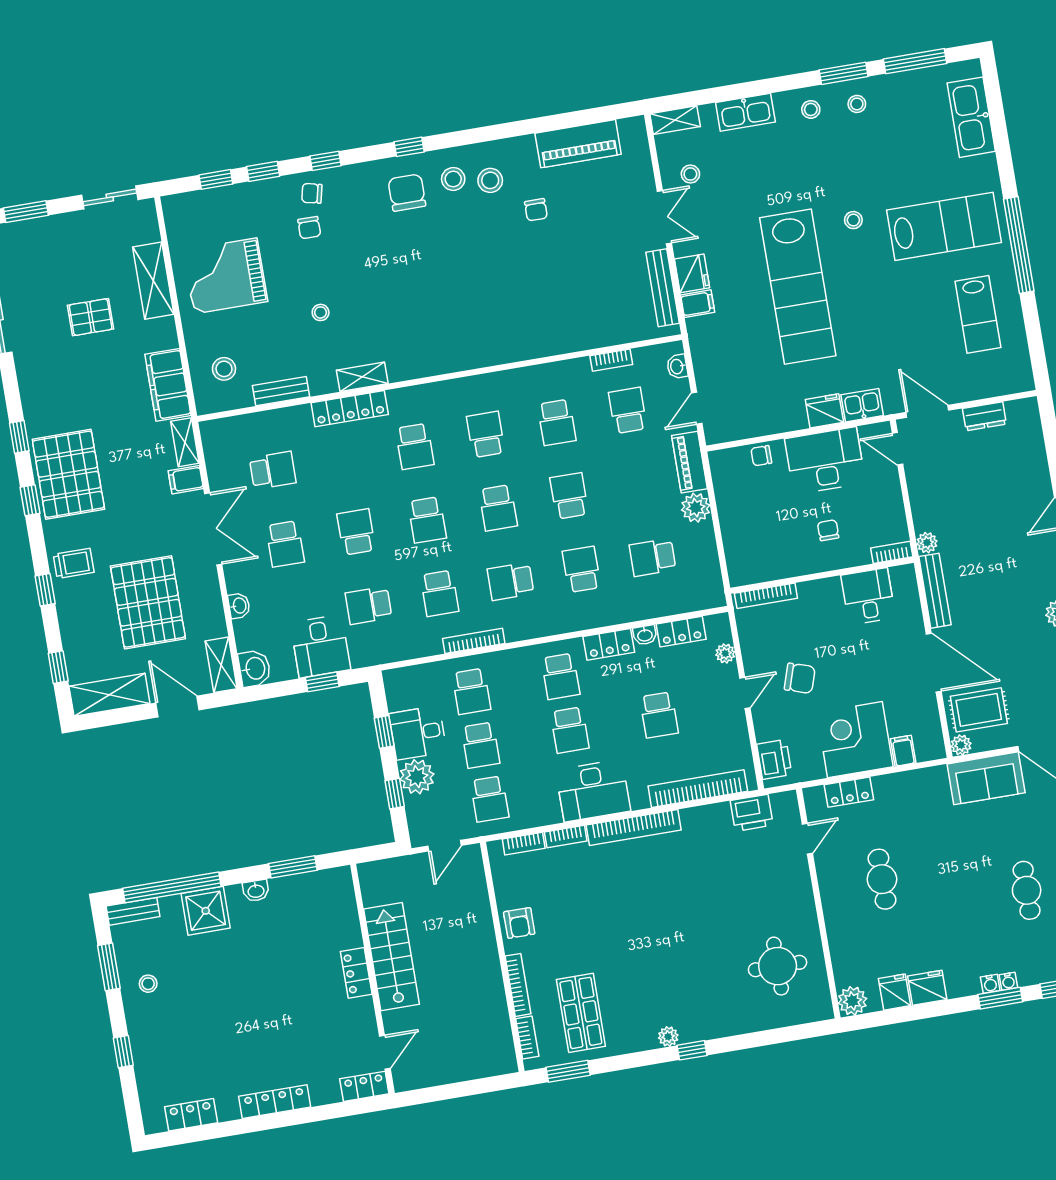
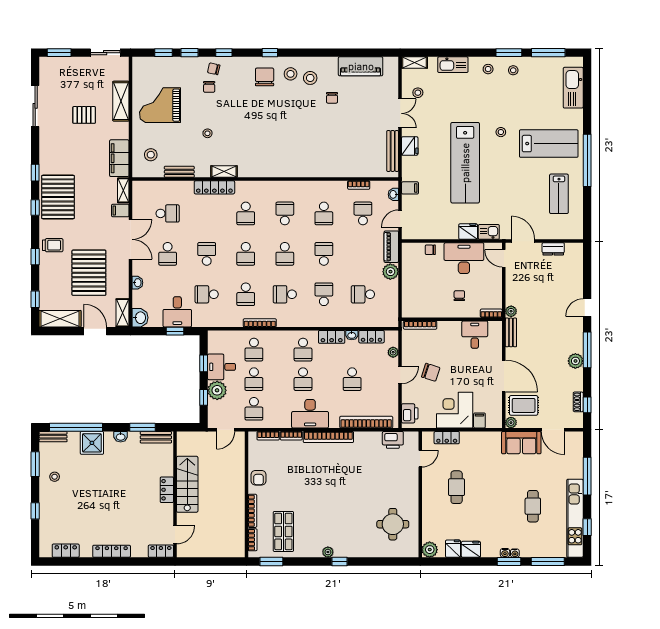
filing cabinet: (698, 304) -> (410, 188), moved
bench: (935, 591) -> (511, 332), width x0.73
bench: (320, 881) -> (156, 437), added

